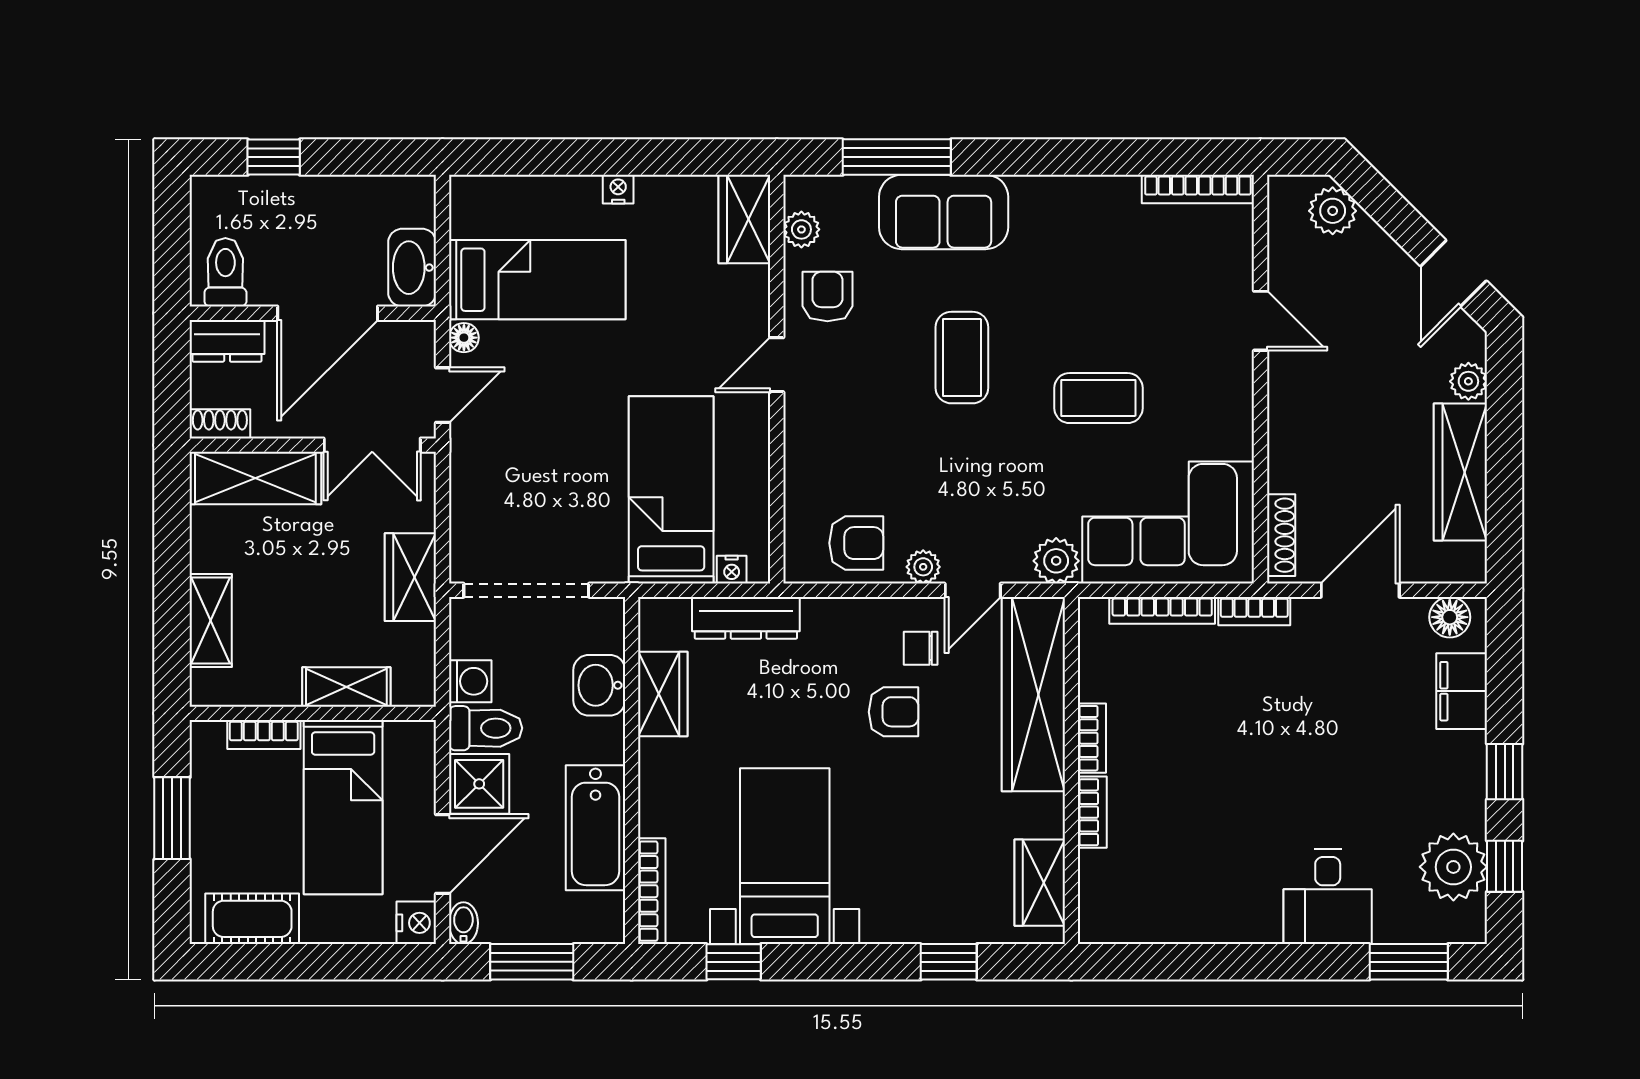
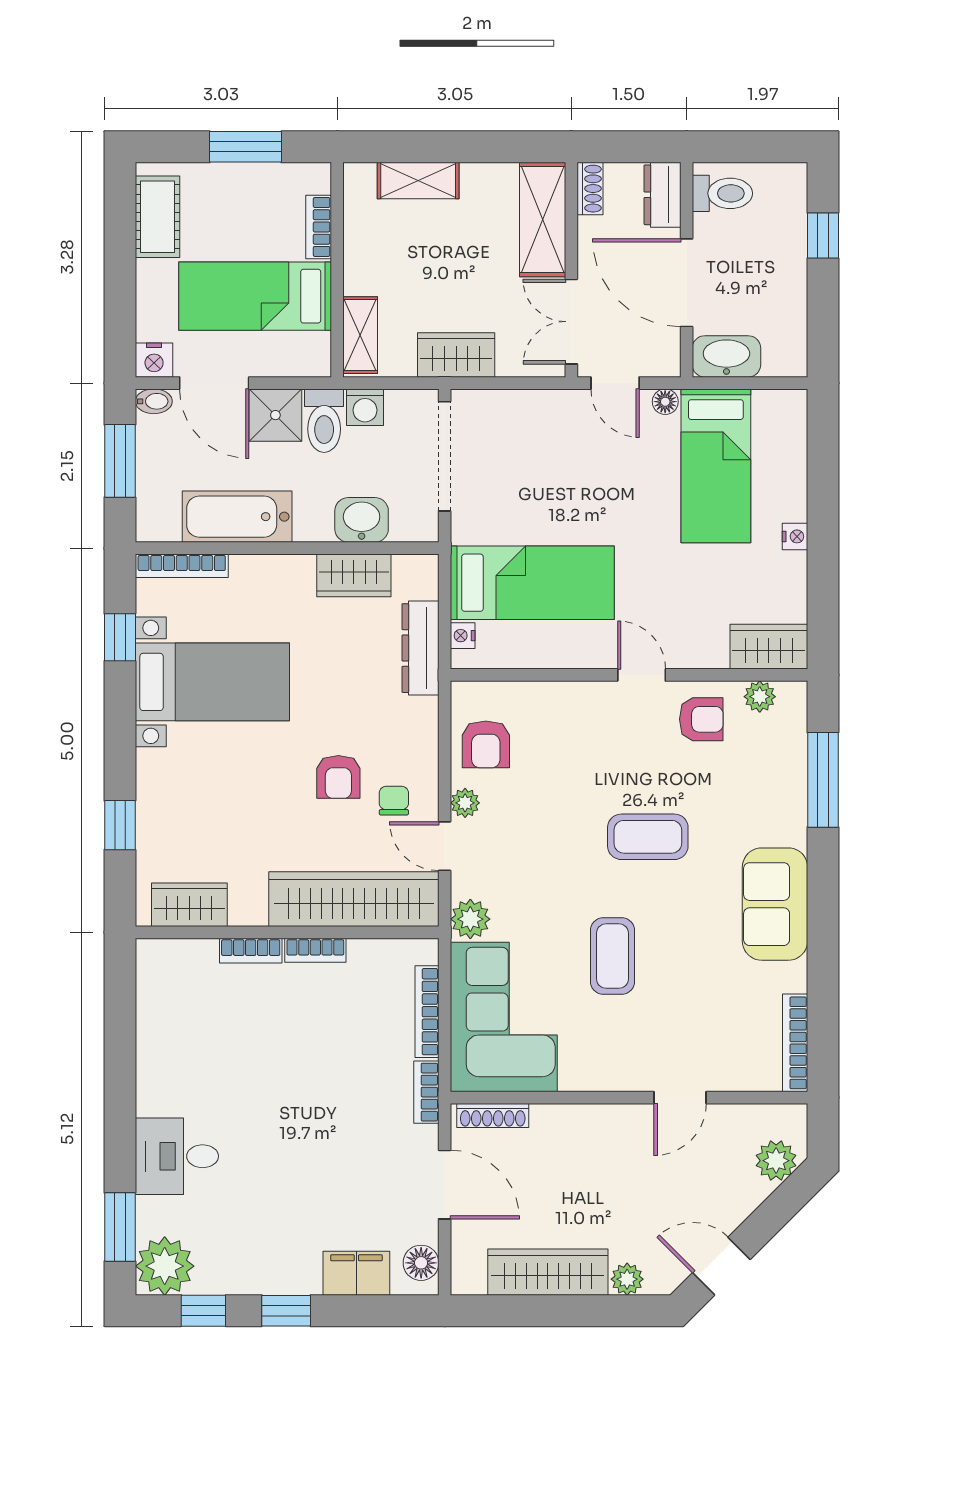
sofa: (944, 212) -> (775, 904), moved
shelving: (346, 687) -> (360, 335), moved
plant: (1453, 867) -> (165, 1266), moved

